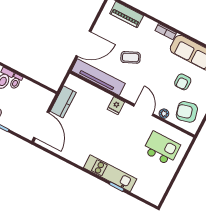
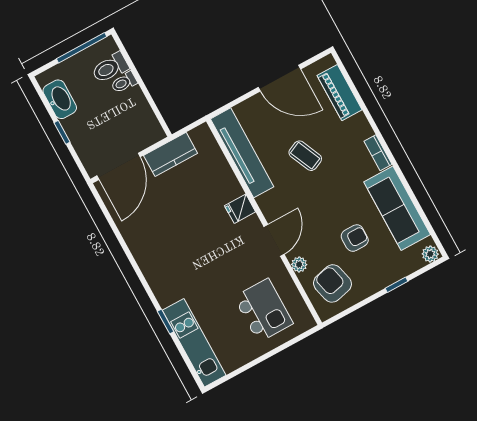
door: (84, 44) -> (279, 78), moved
armchair: (183, 82) -> (355, 238), turned 180
kitchen unit: (110, 173) -> (194, 343), moved

